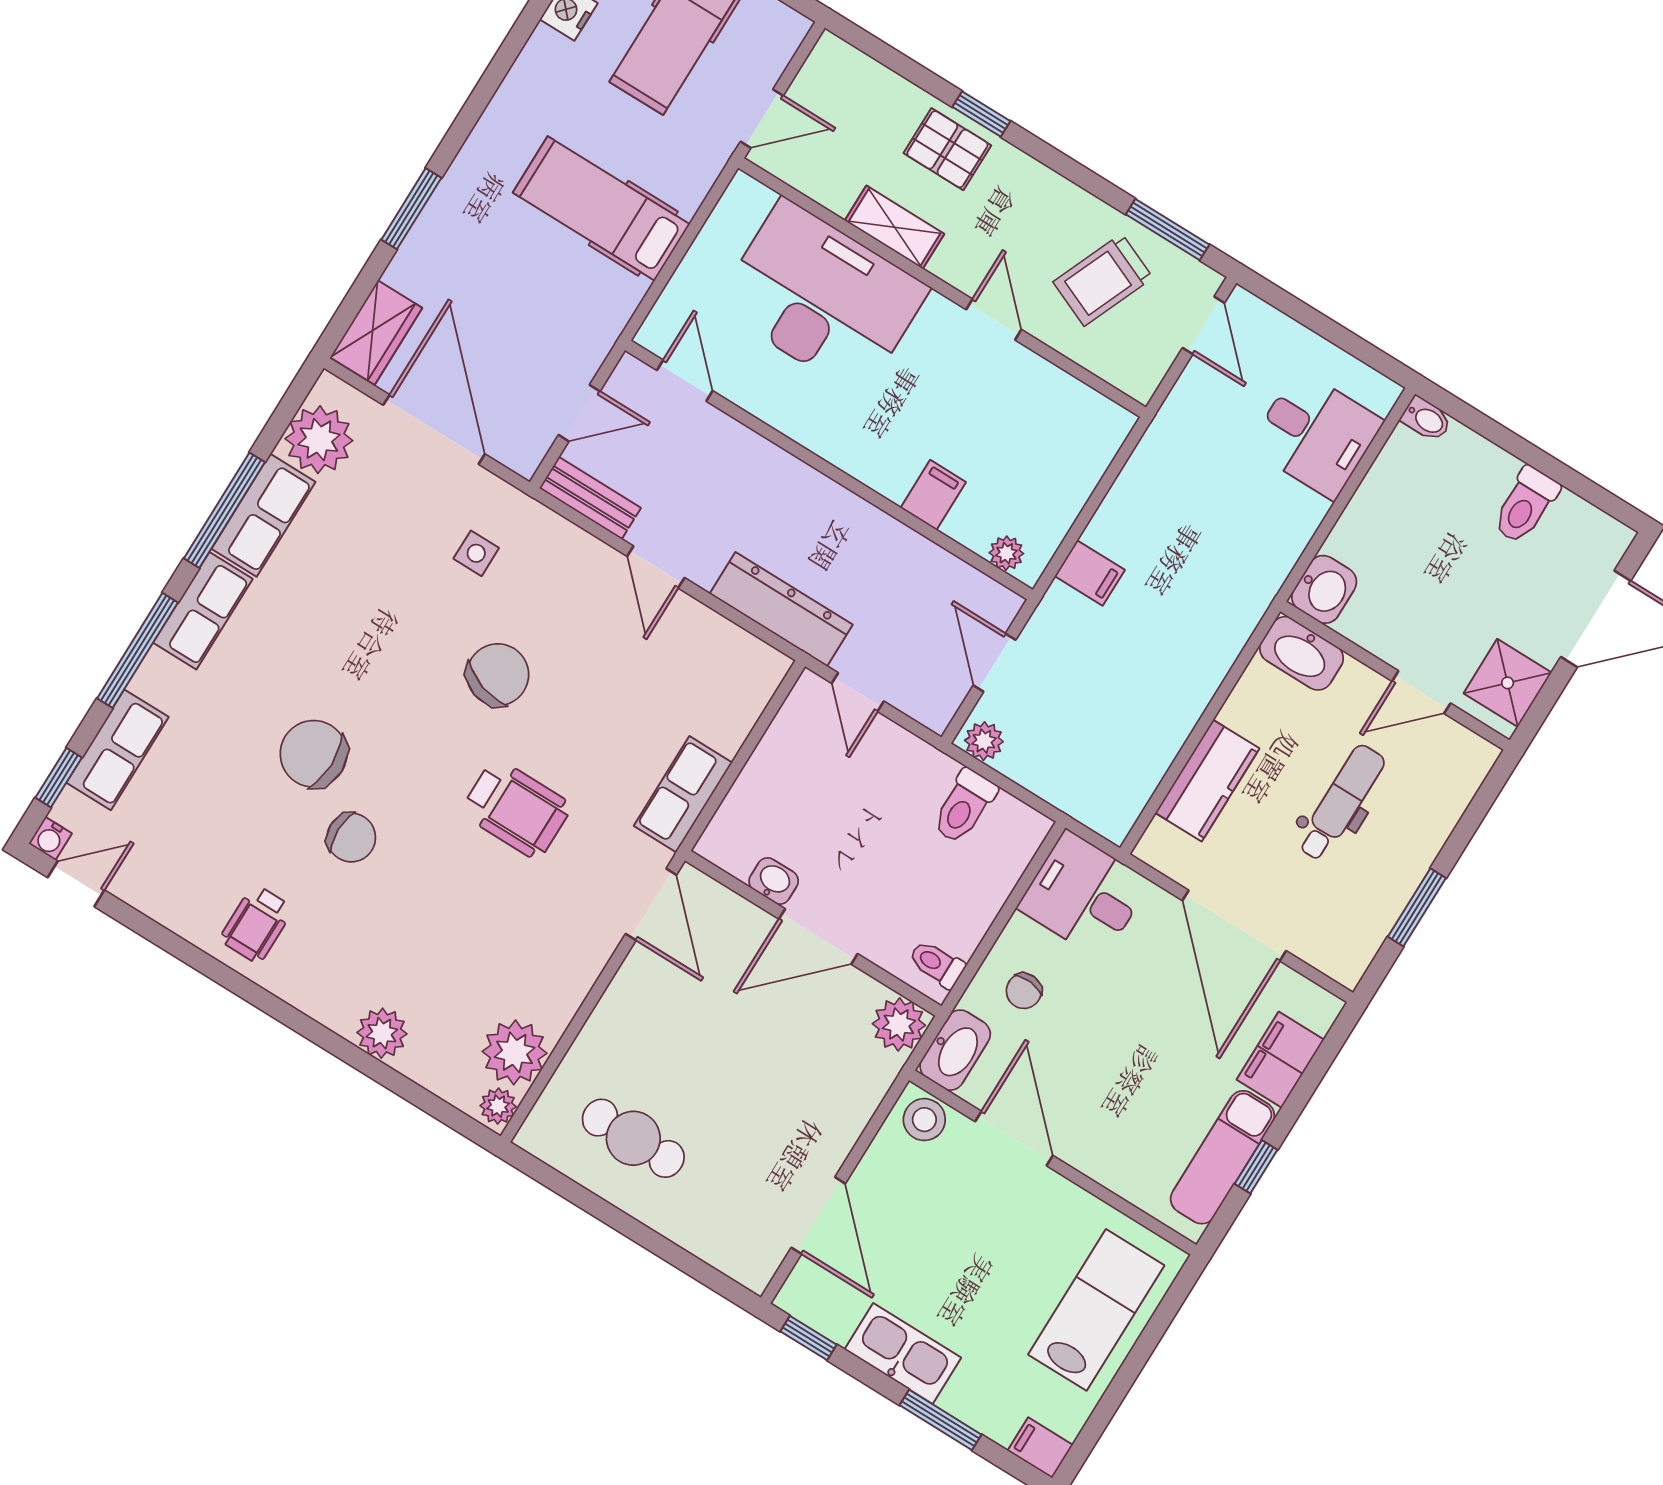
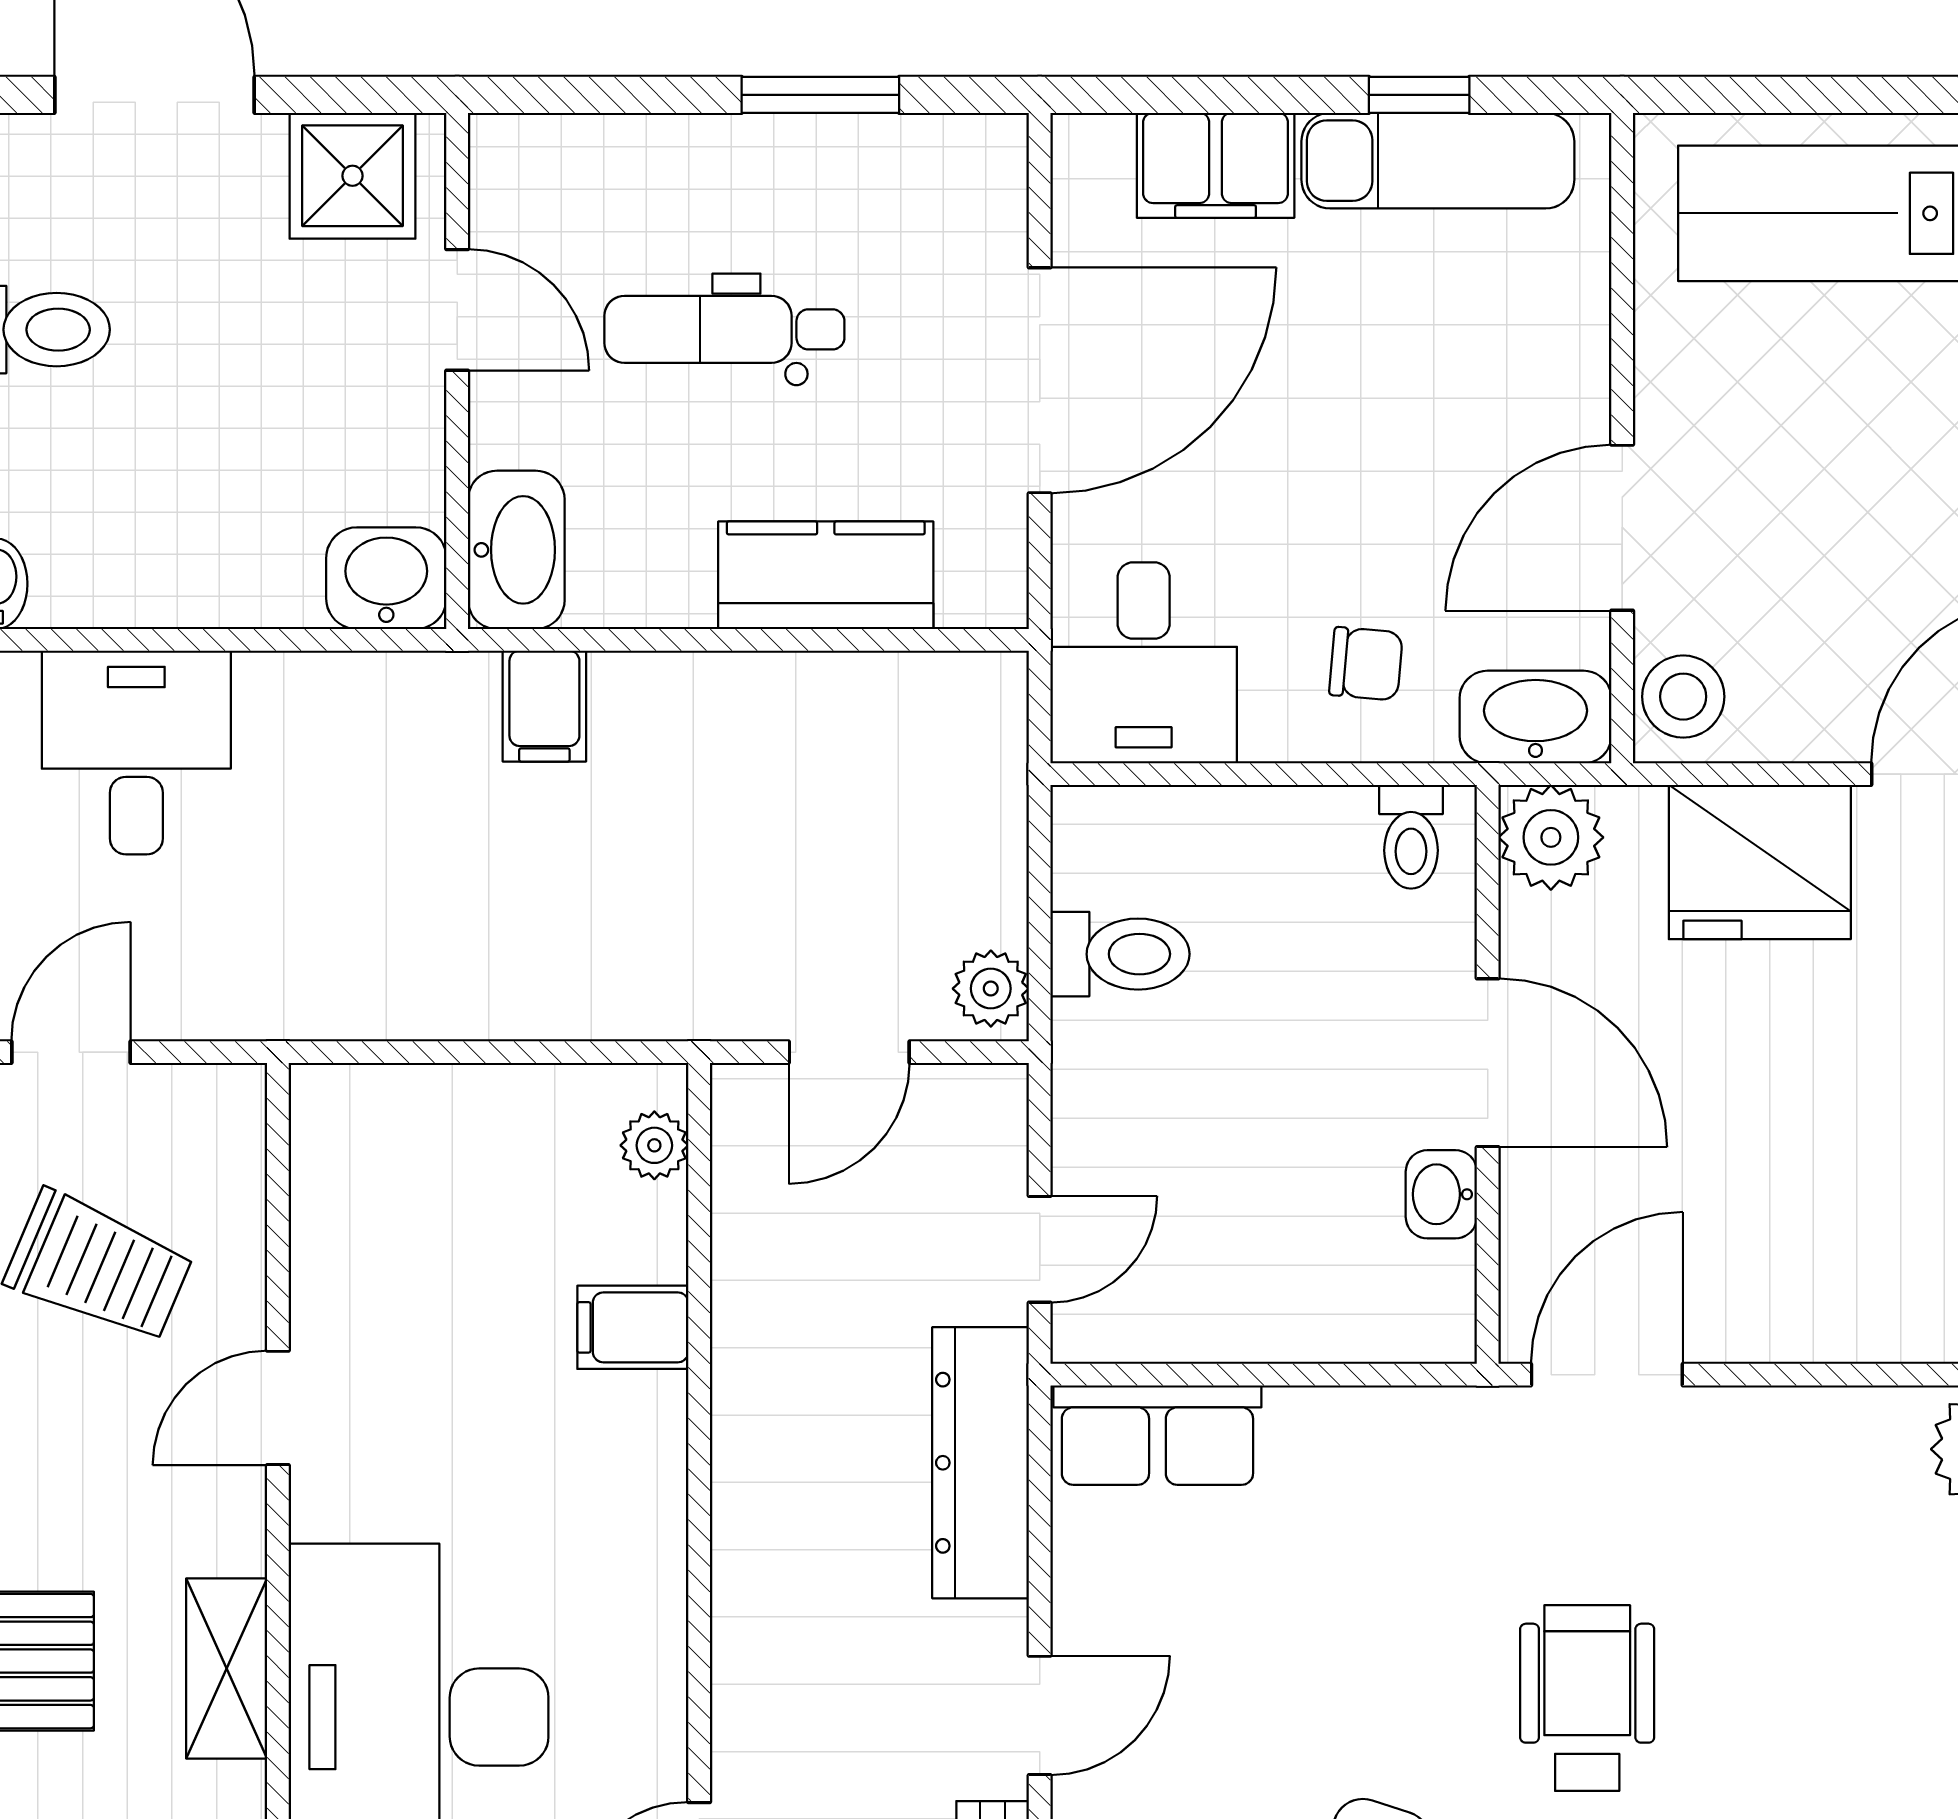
filing cabinet: (1090, 573) -> (544, 706), moved, turned 180
row of seats: (683, 794) -> (1157, 1435), moved
fridge: (832, 1108) -> (1760, 862), added

